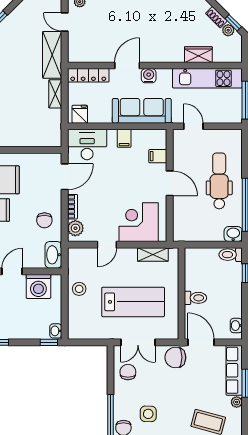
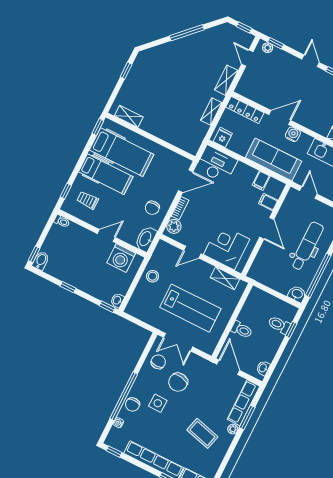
shelving: (52, 55) -> (226, 80), width x0.67, depth x0.75
filing cabinet: (124, 138) -> (261, 181), moved
toilet: (231, 255) -> (279, 325), moved
chair: (175, 357) -> (178, 382), moved, turned -79

